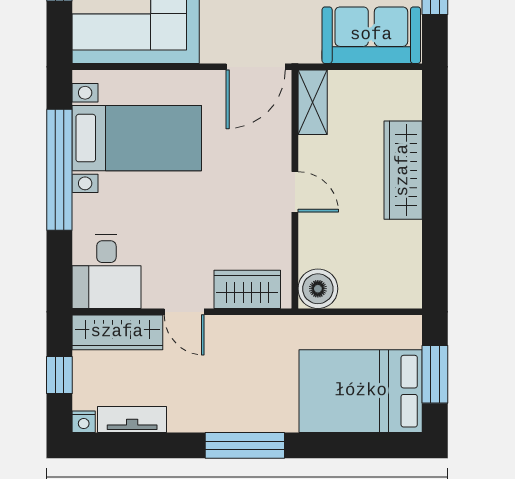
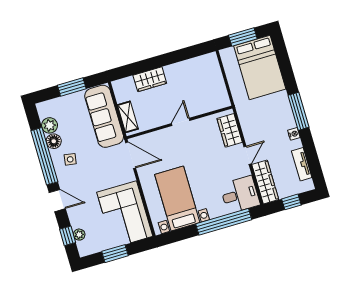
sofa: (371, 35) -> (104, 116), width x1.36
shelving: (313, 102) -> (128, 117), moved, turned 90
window: (59, 170) -> (224, 222), moved
wardrobe: (403, 170) -> (150, 79), width x0.67
boiler: (318, 289) -> (220, 99), removed
nightstand: (84, 422) -> (294, 134), moved

